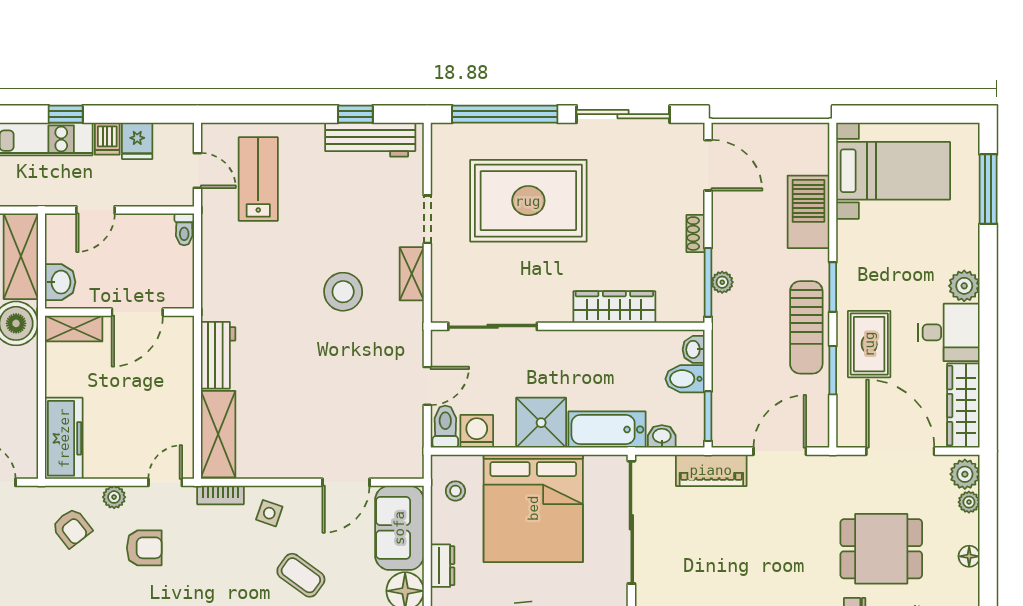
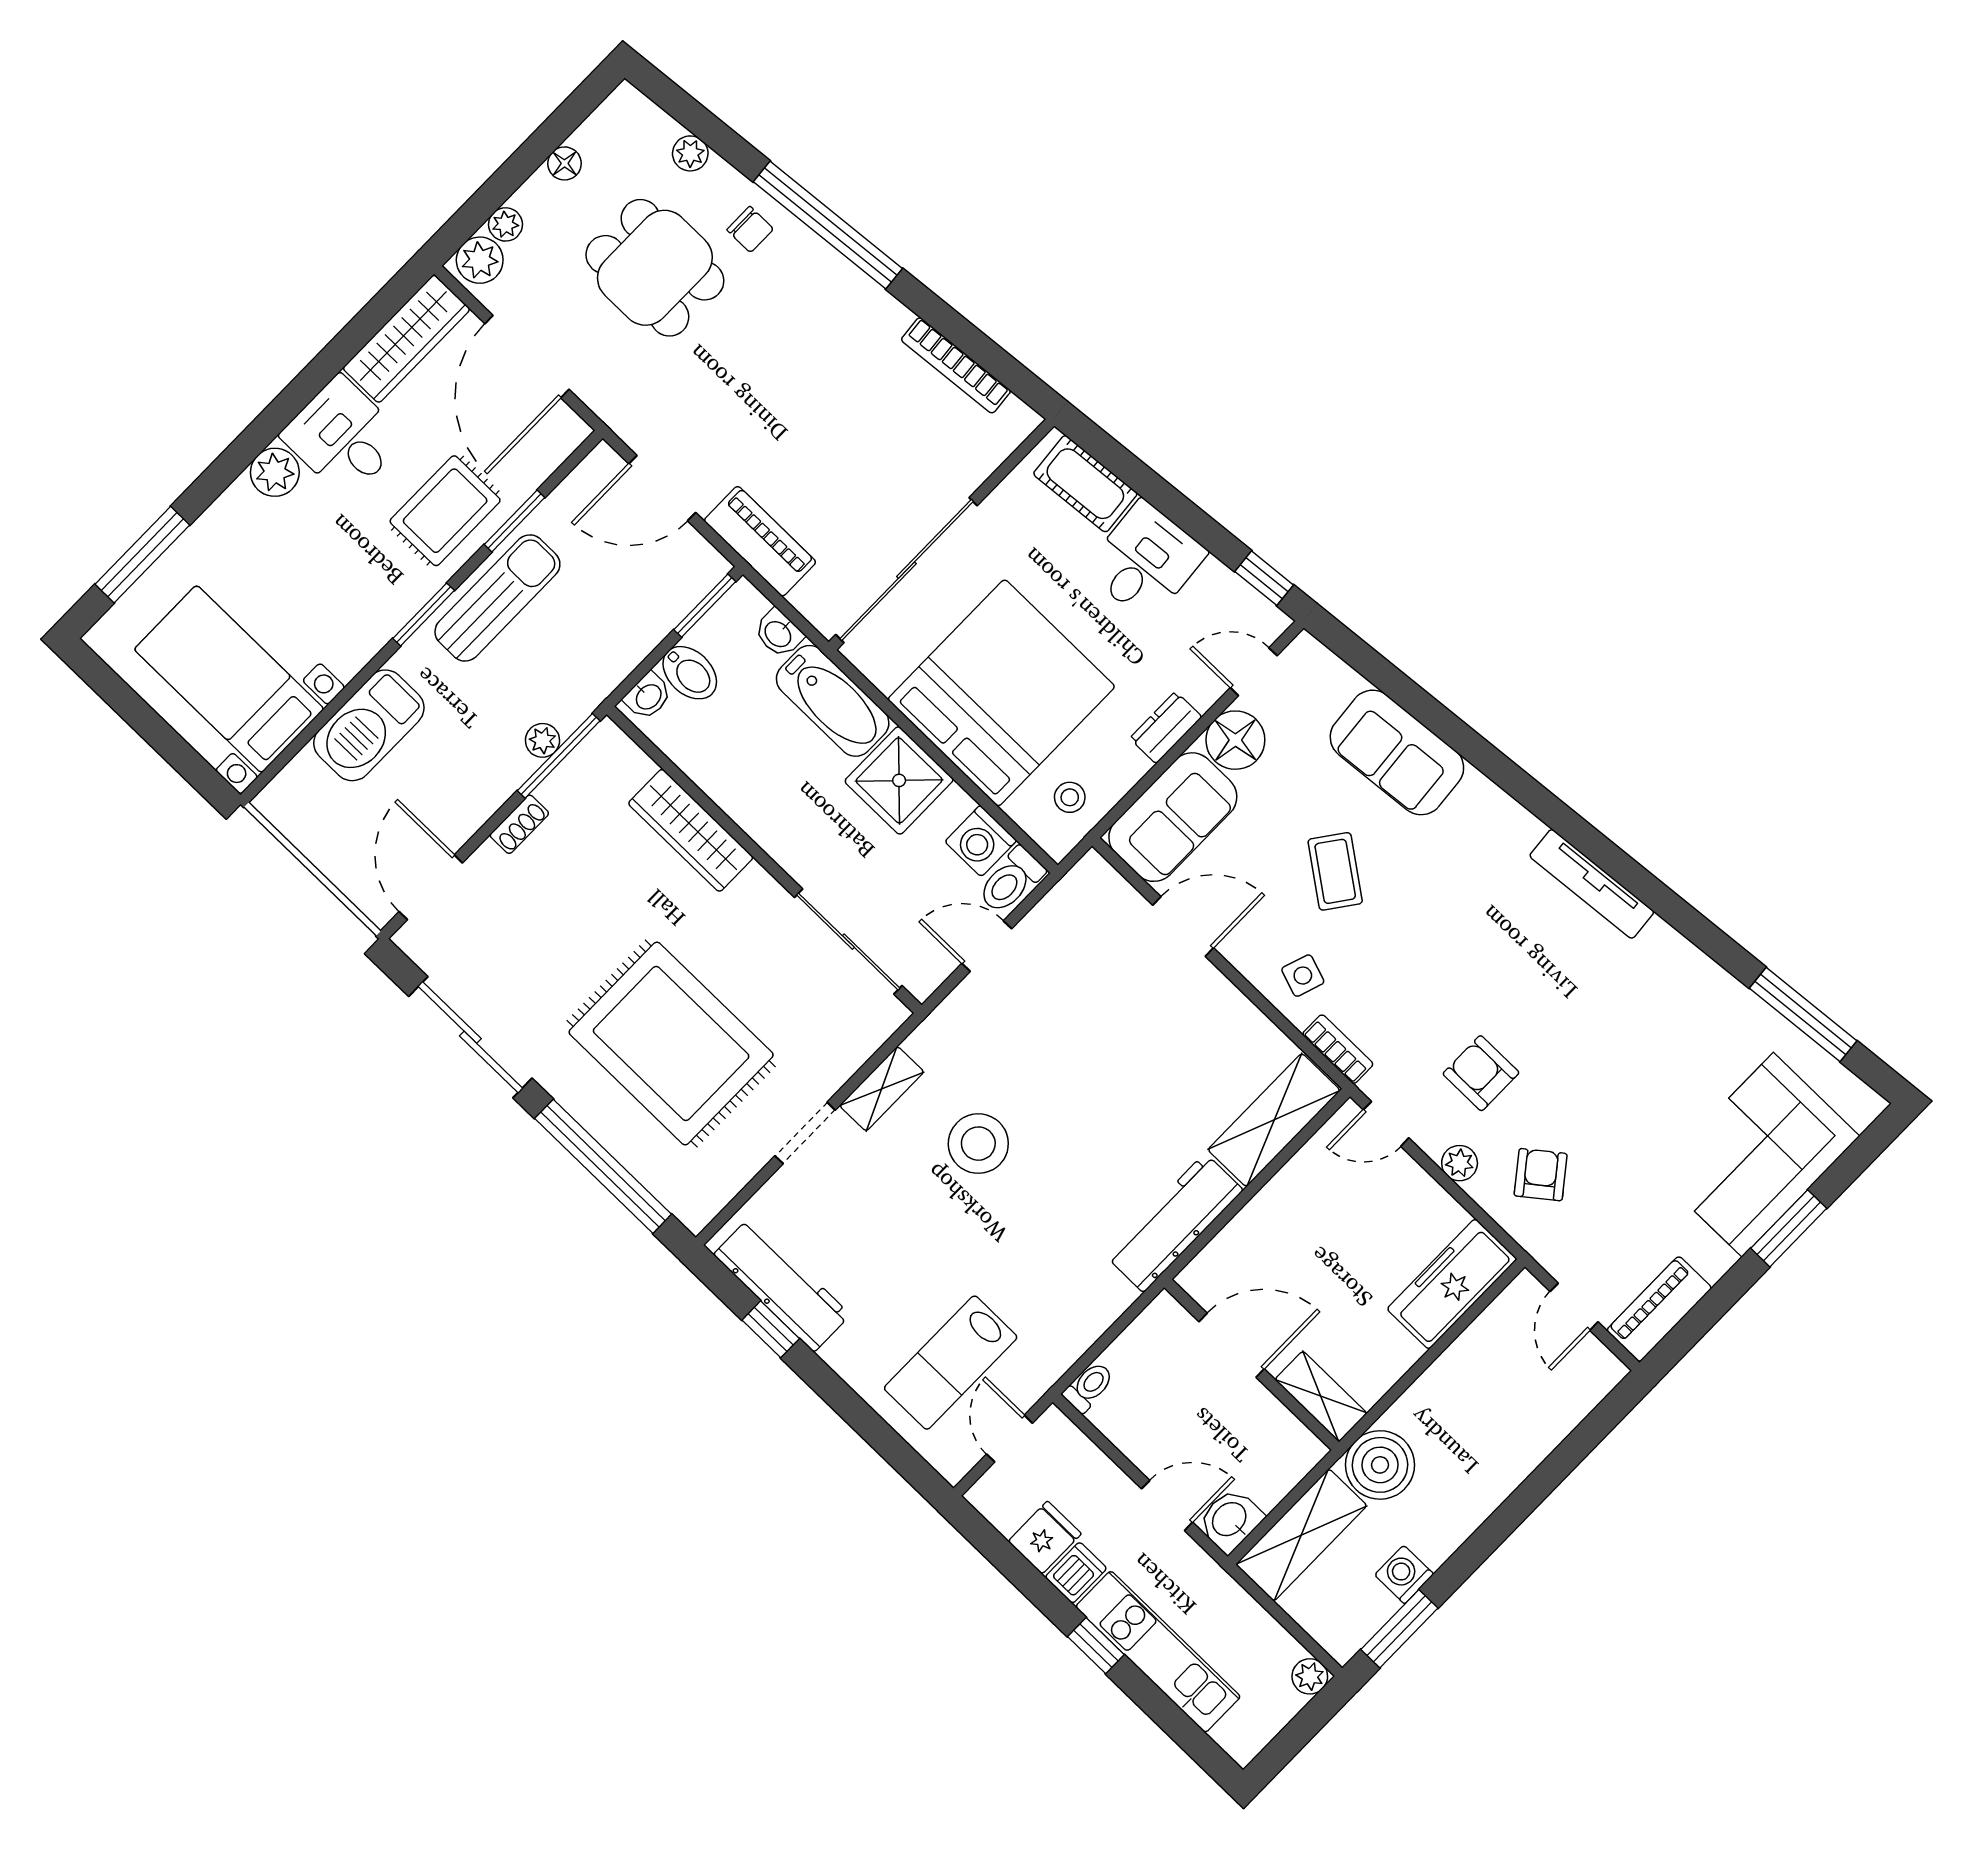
washbasin: (60, 282) -> (1230, 1520), moved
workbench: (218, 355) -> (1174, 1223), width x1.38

